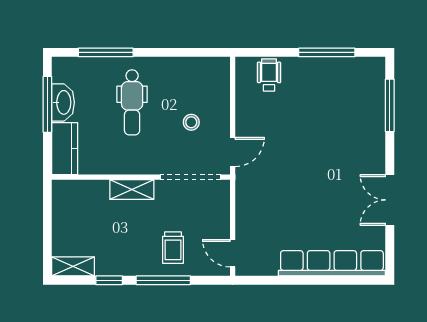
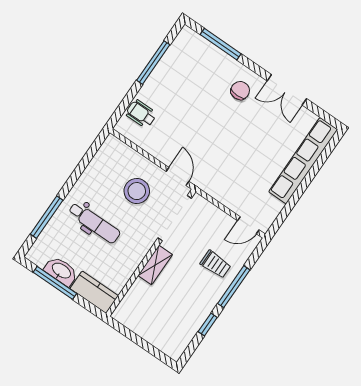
stool: (191, 122) -> (137, 191), width x1.89, depth x1.89
chair: (358, 155) -> (240, 91), added
shelving: (73, 266) -> (181, 343), removed

